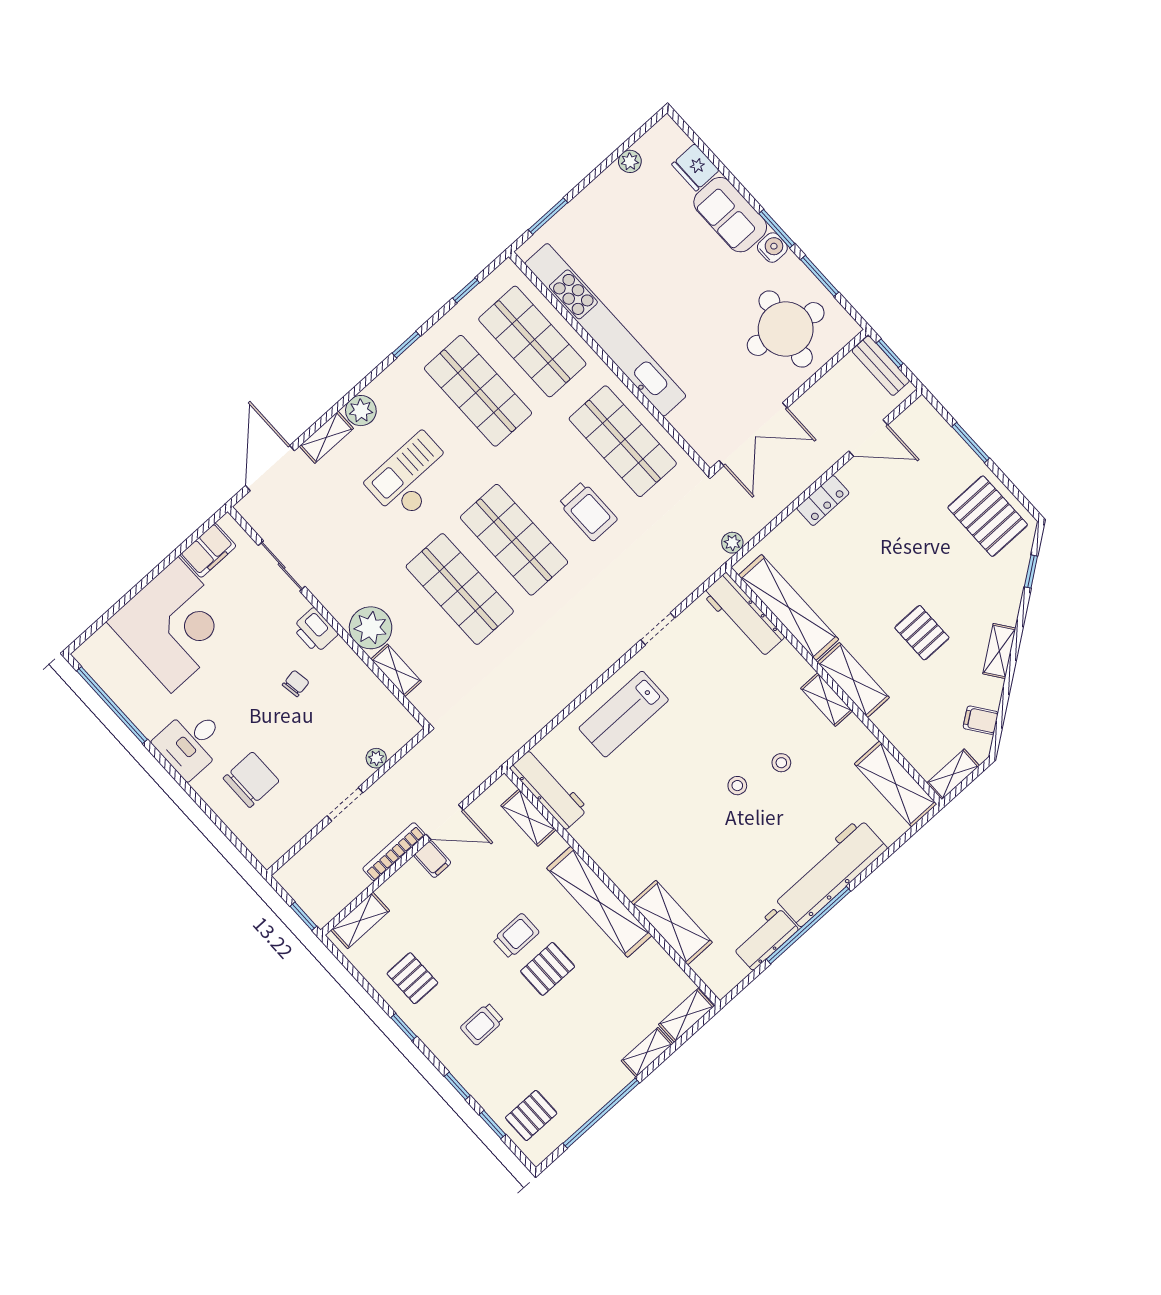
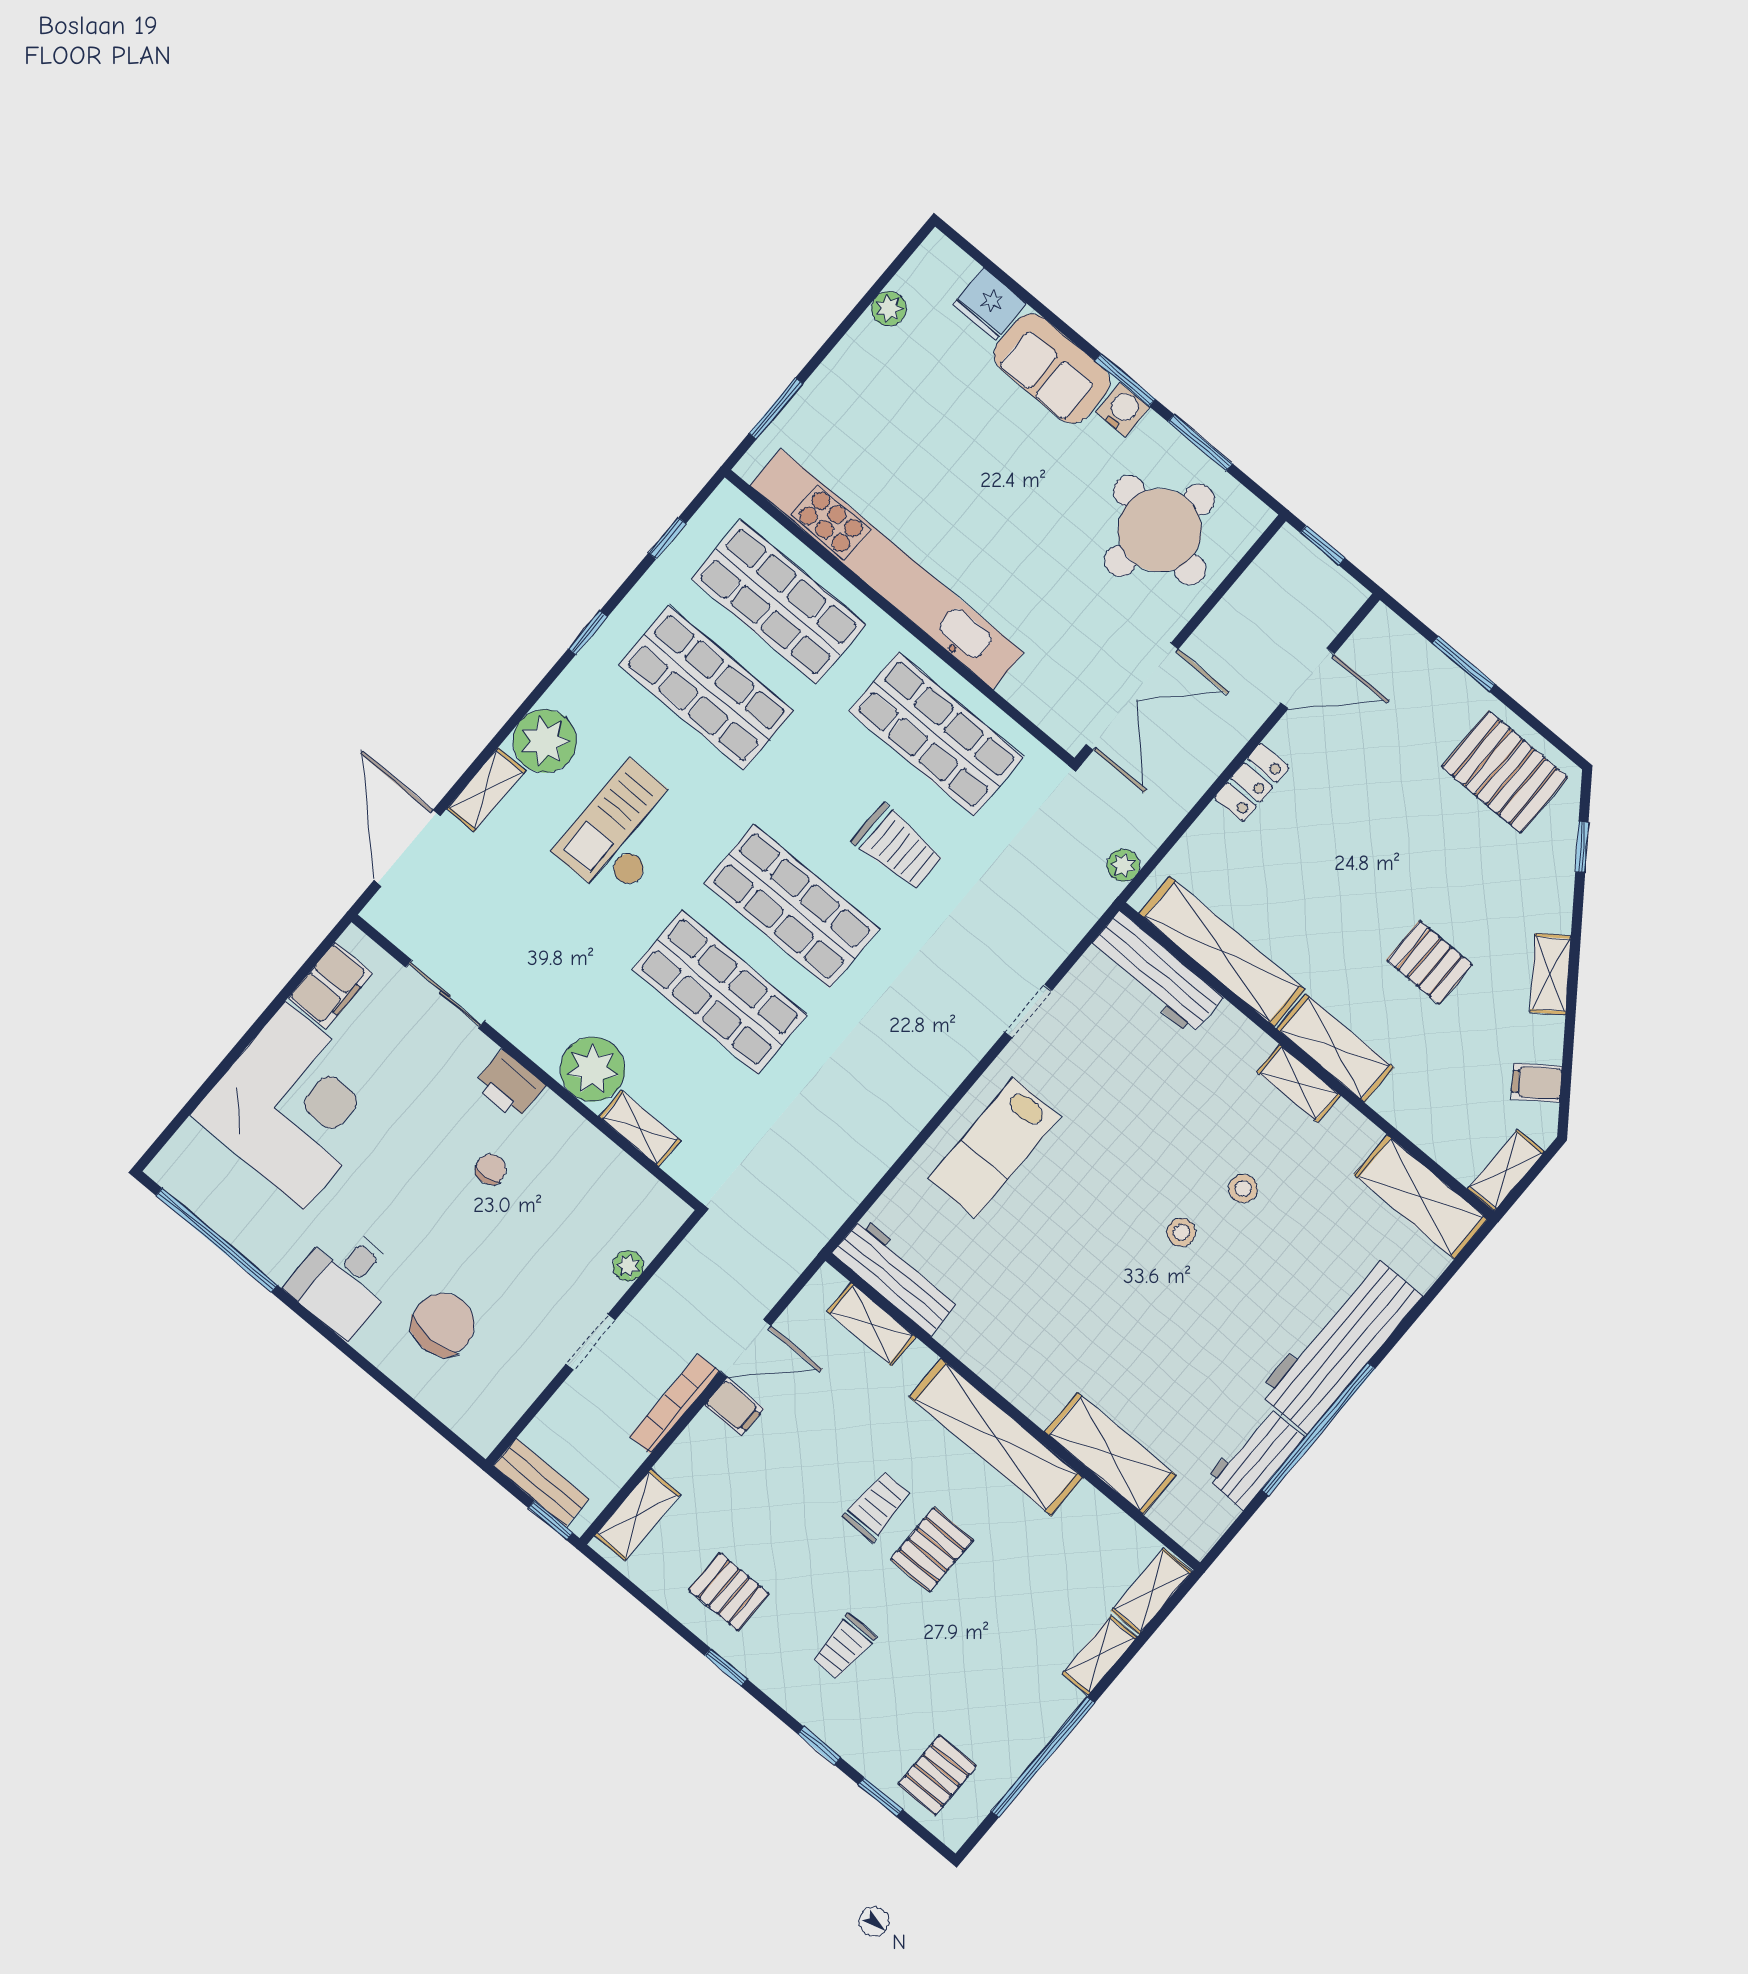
bench: (881, 366) -> (541, 1482), moved
plant: (361, 411) -> (545, 741), width x1.36, depth x1.36

